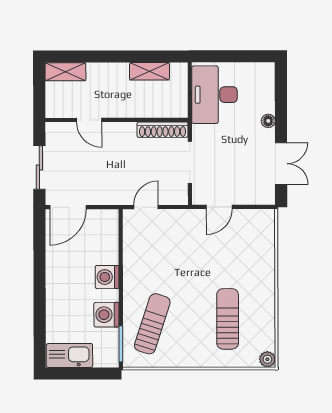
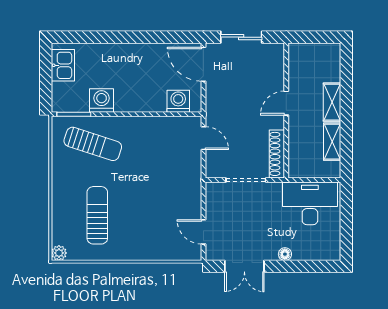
shelving: (65, 72) -> (332, 102), moved
door: (89, 120) -> (286, 103), moved
door: (219, 207) -> (203, 232), moved
washing machine: (107, 277) -> (178, 101), moved
sun lounger: (228, 319) -> (97, 215), turned -90
kitchen sink: (69, 356) -> (63, 65), width x0.73

